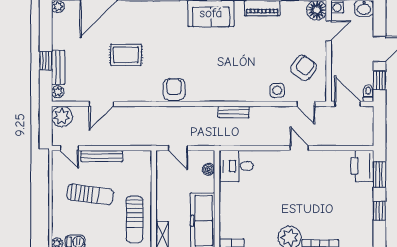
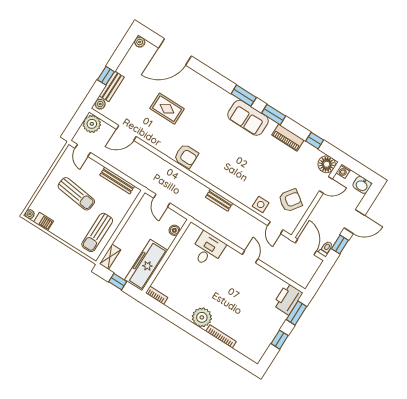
armchair: (174, 89) -> (186, 156), turned 91
bench: (102, 156) -> (117, 181), moved
desk: (236, 166) -> (208, 249), moved, turned 90

